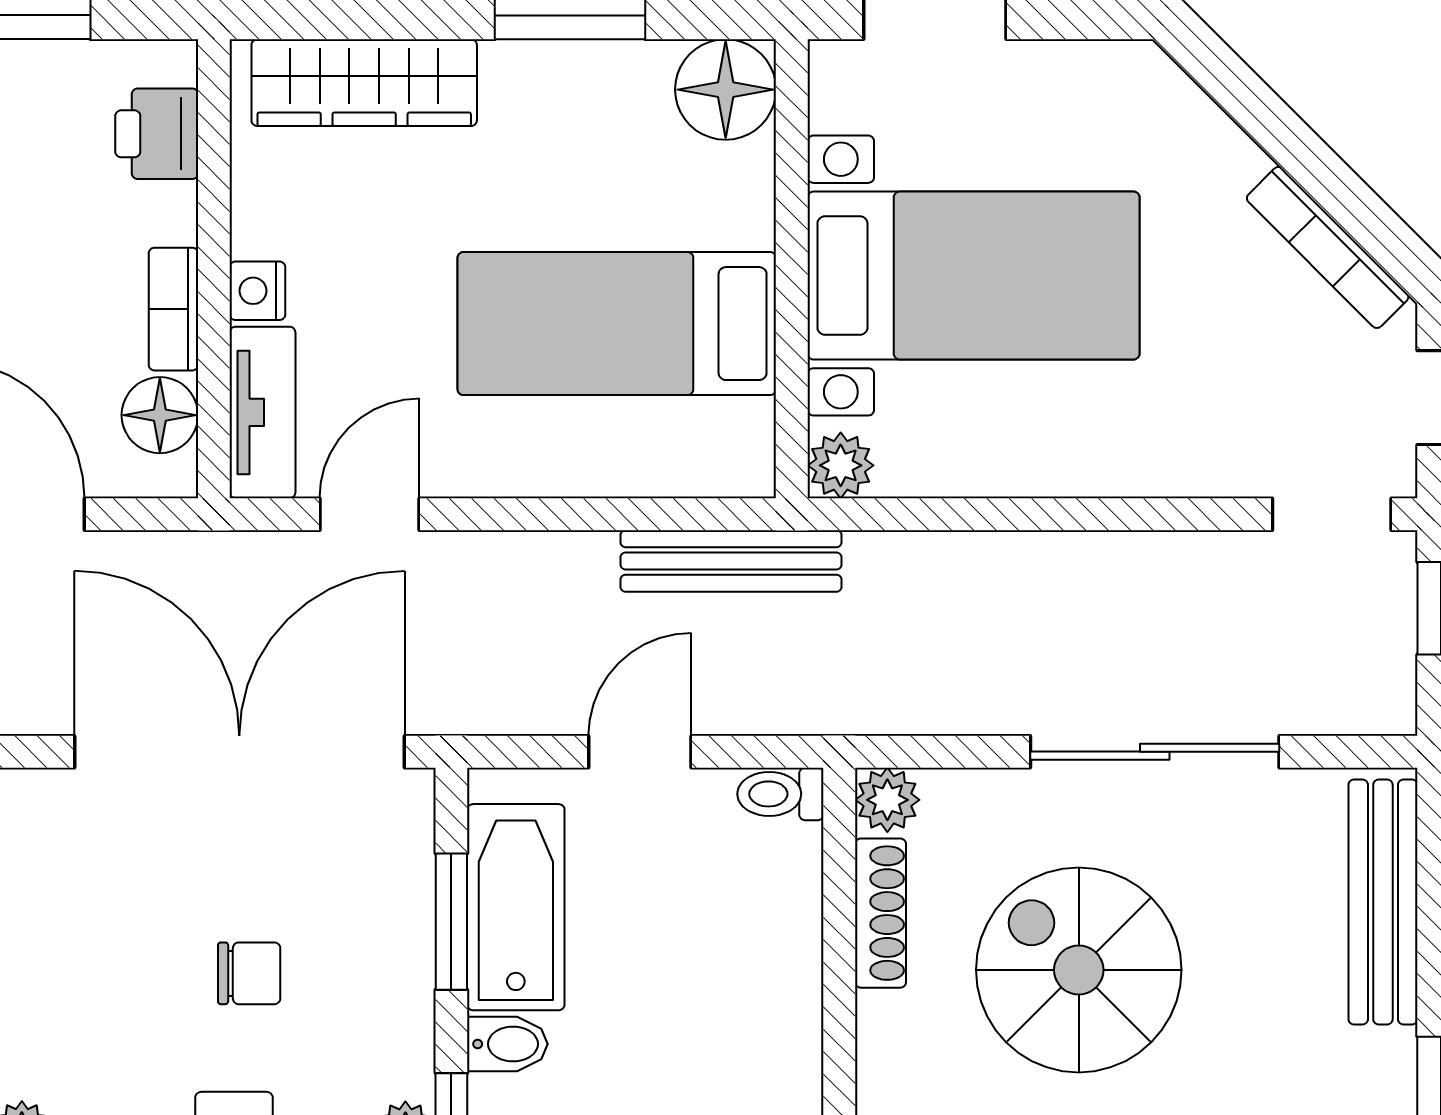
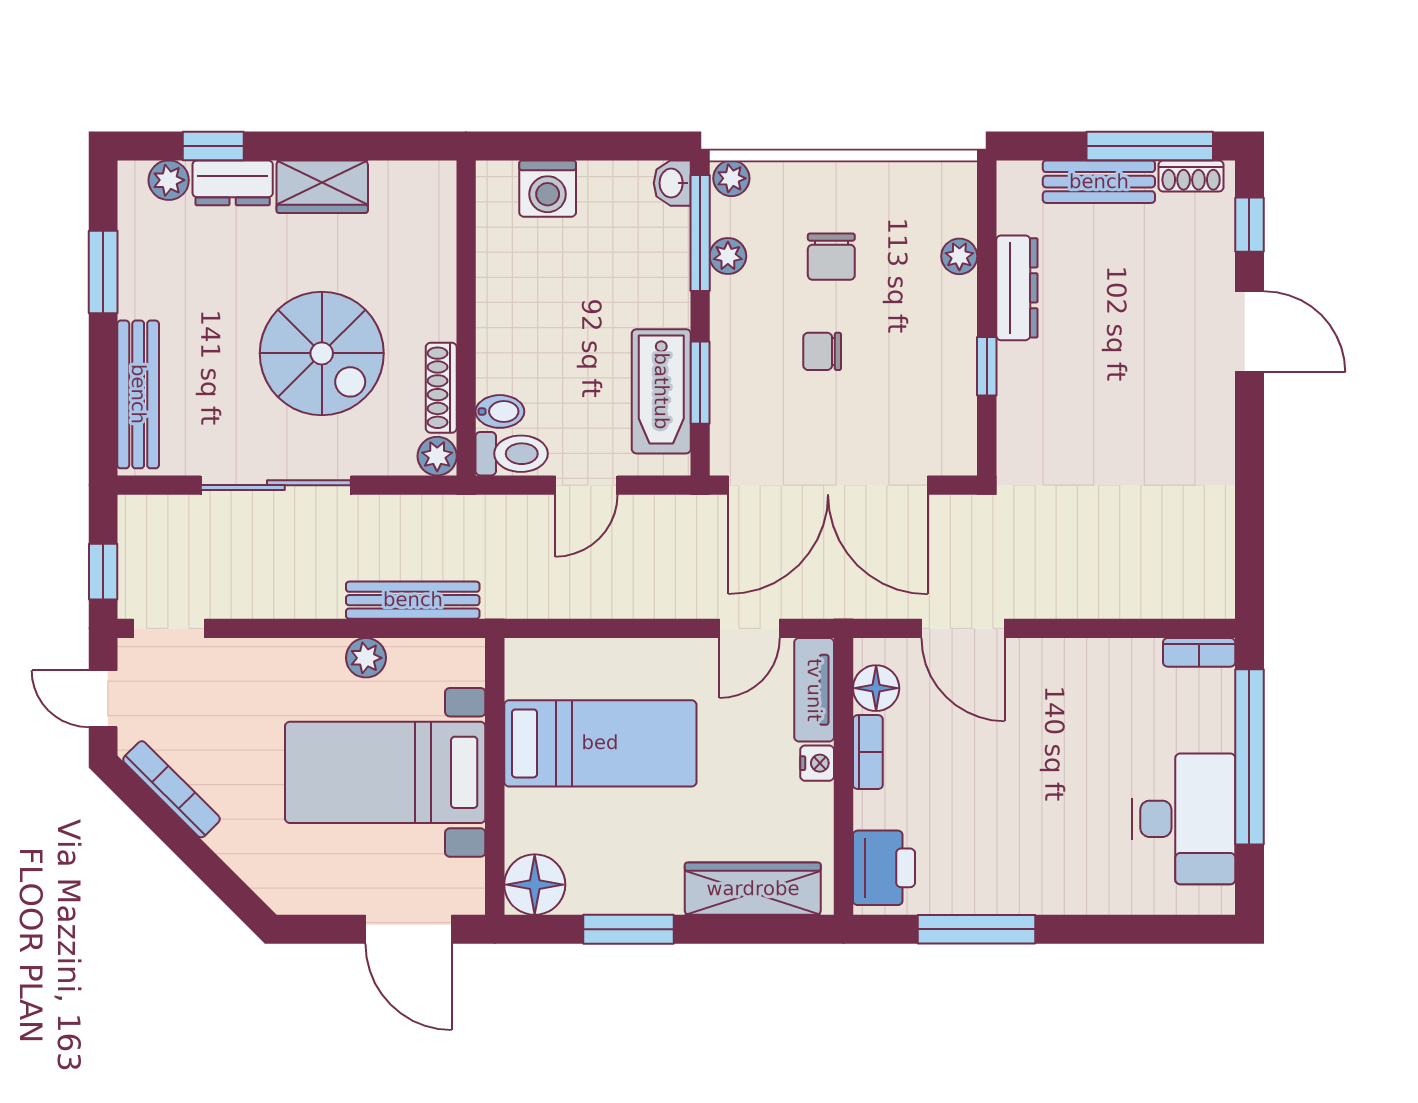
printer: (157, 134) -> (884, 868), width x1.36, depth x1.24
plant: (841, 465) -> (366, 658), moved
bench: (731, 561) -> (413, 600), moved
toilet: (780, 794) -> (512, 454), width x1.37, depth x1.39
bidet: (507, 1044) -> (500, 411), moved, turned 180

